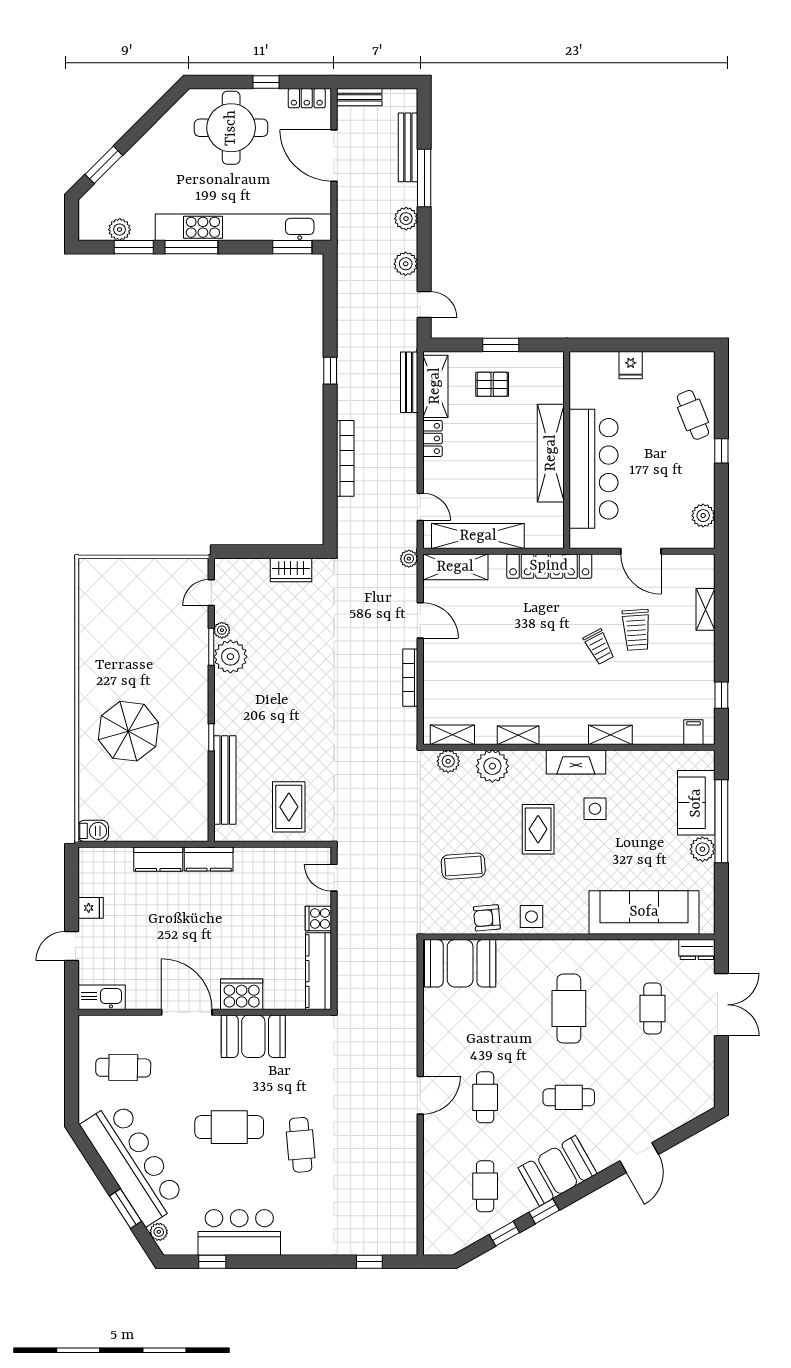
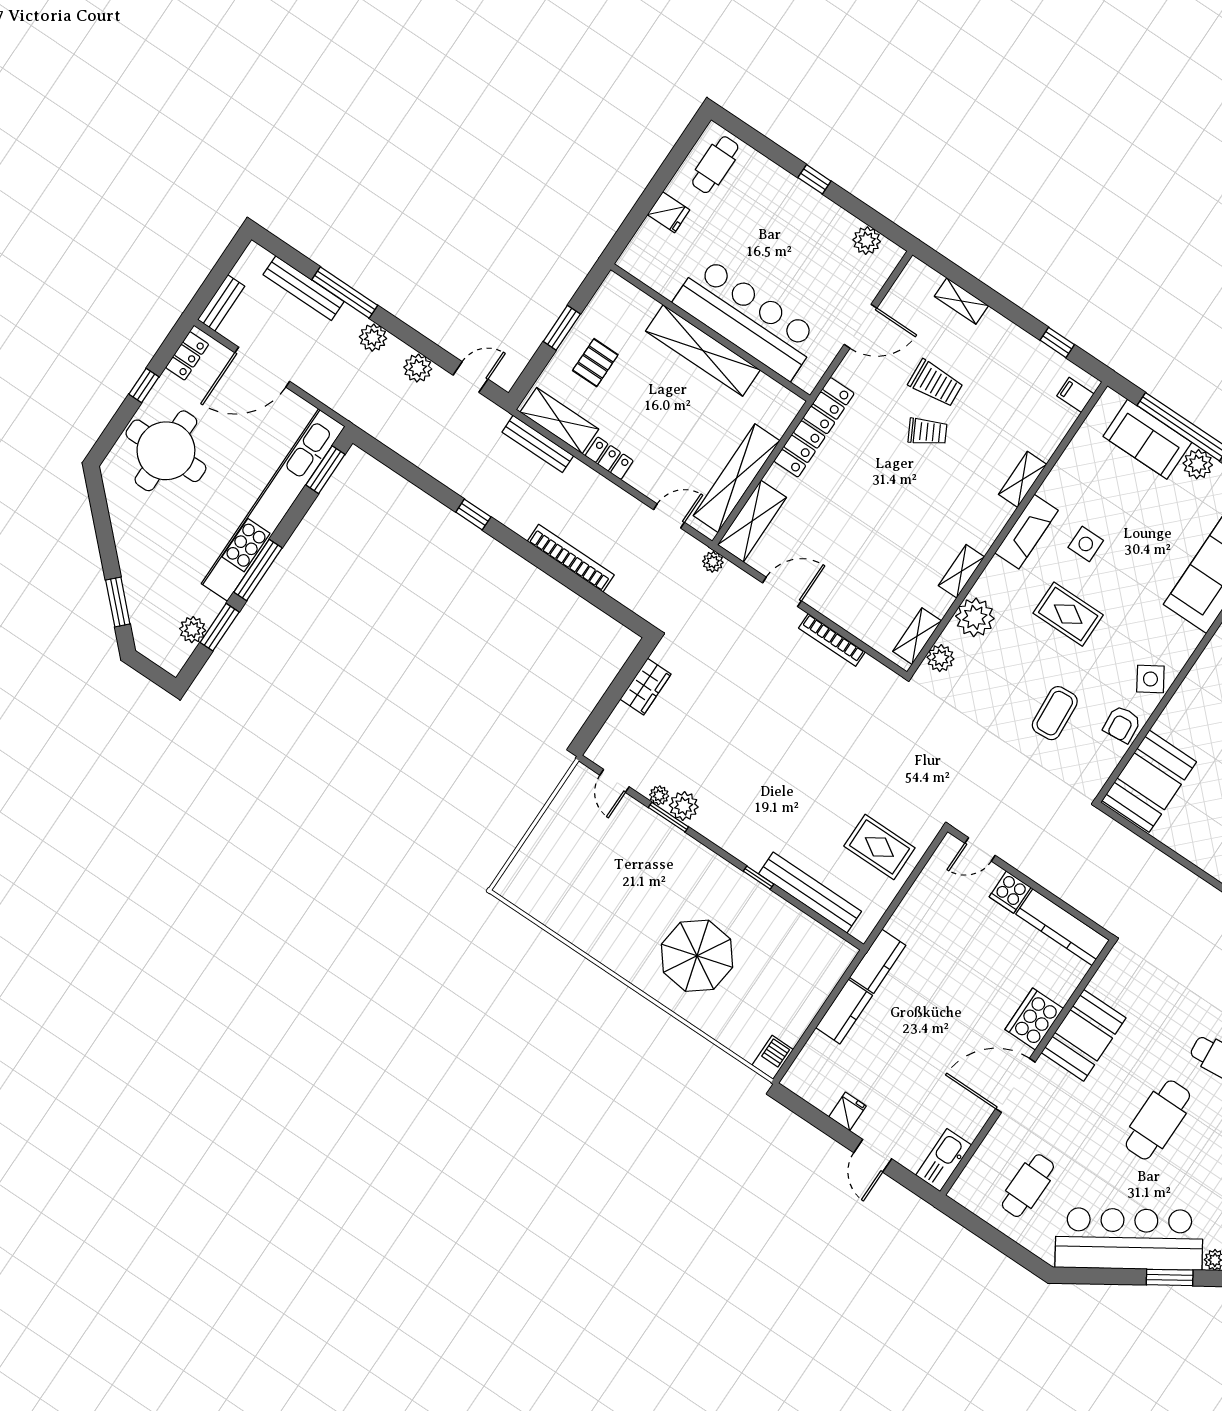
cafe table: (693, 415) -> (715, 165), moved, turned -68
plant: (230, 657) -> (684, 806), width x0.73, depth x0.73
side table: (531, 917) -> (1150, 679), turned -32

